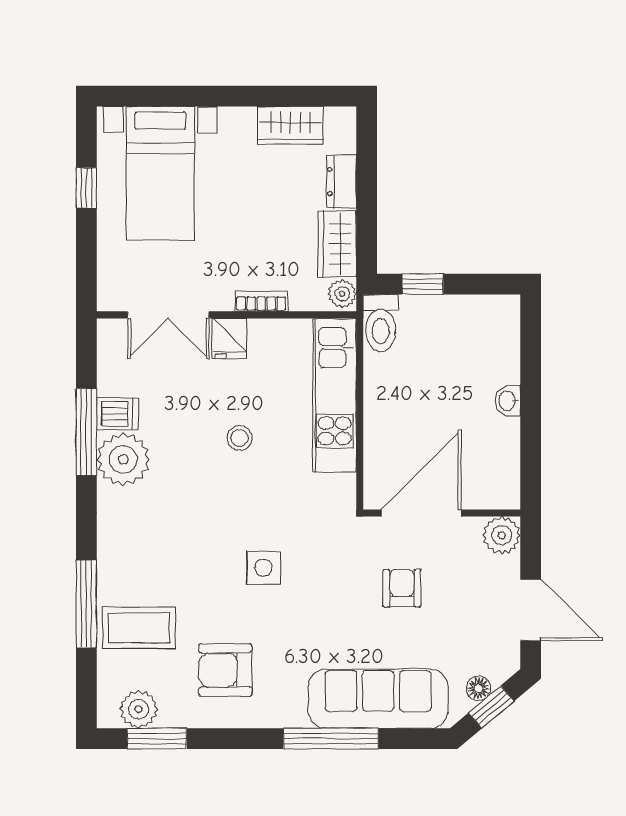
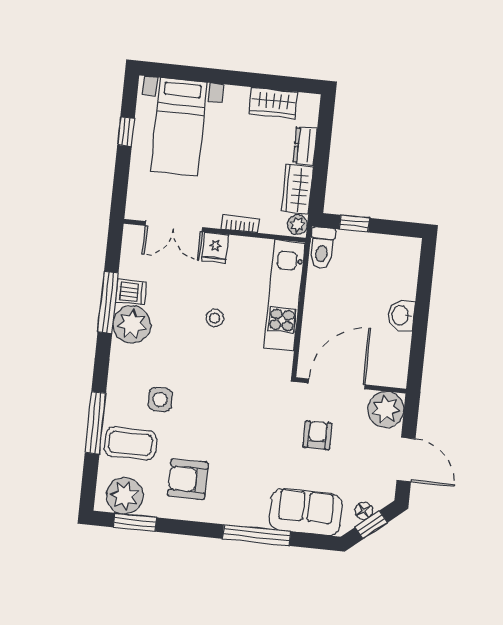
washbasin: (508, 401) -> (401, 315), width x1.38, depth x1.45
plant: (502, 535) -> (386, 410), width x1.36, depth x1.36
side table: (263, 568) -> (160, 399), moved
sofa: (378, 699) -> (306, 512), width x0.73
plant: (139, 709) -> (125, 496), width x1.36, depth x1.36

